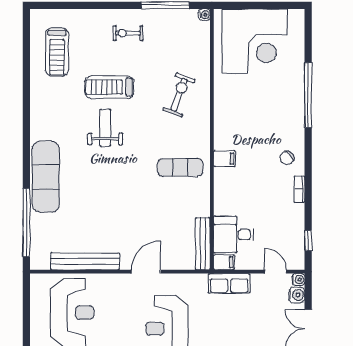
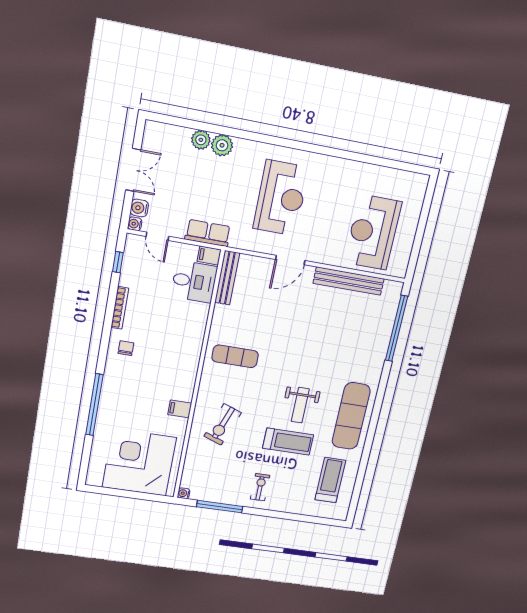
exercise bike: (128, 33) -> (260, 487), turned -90
chair: (287, 158) -> (126, 348), turned -51
filing cabinet: (224, 159) -> (180, 409), moved
exercise mat: (46, 177) -> (351, 416), moved
bookcase: (299, 189) -> (120, 308), width x1.56

